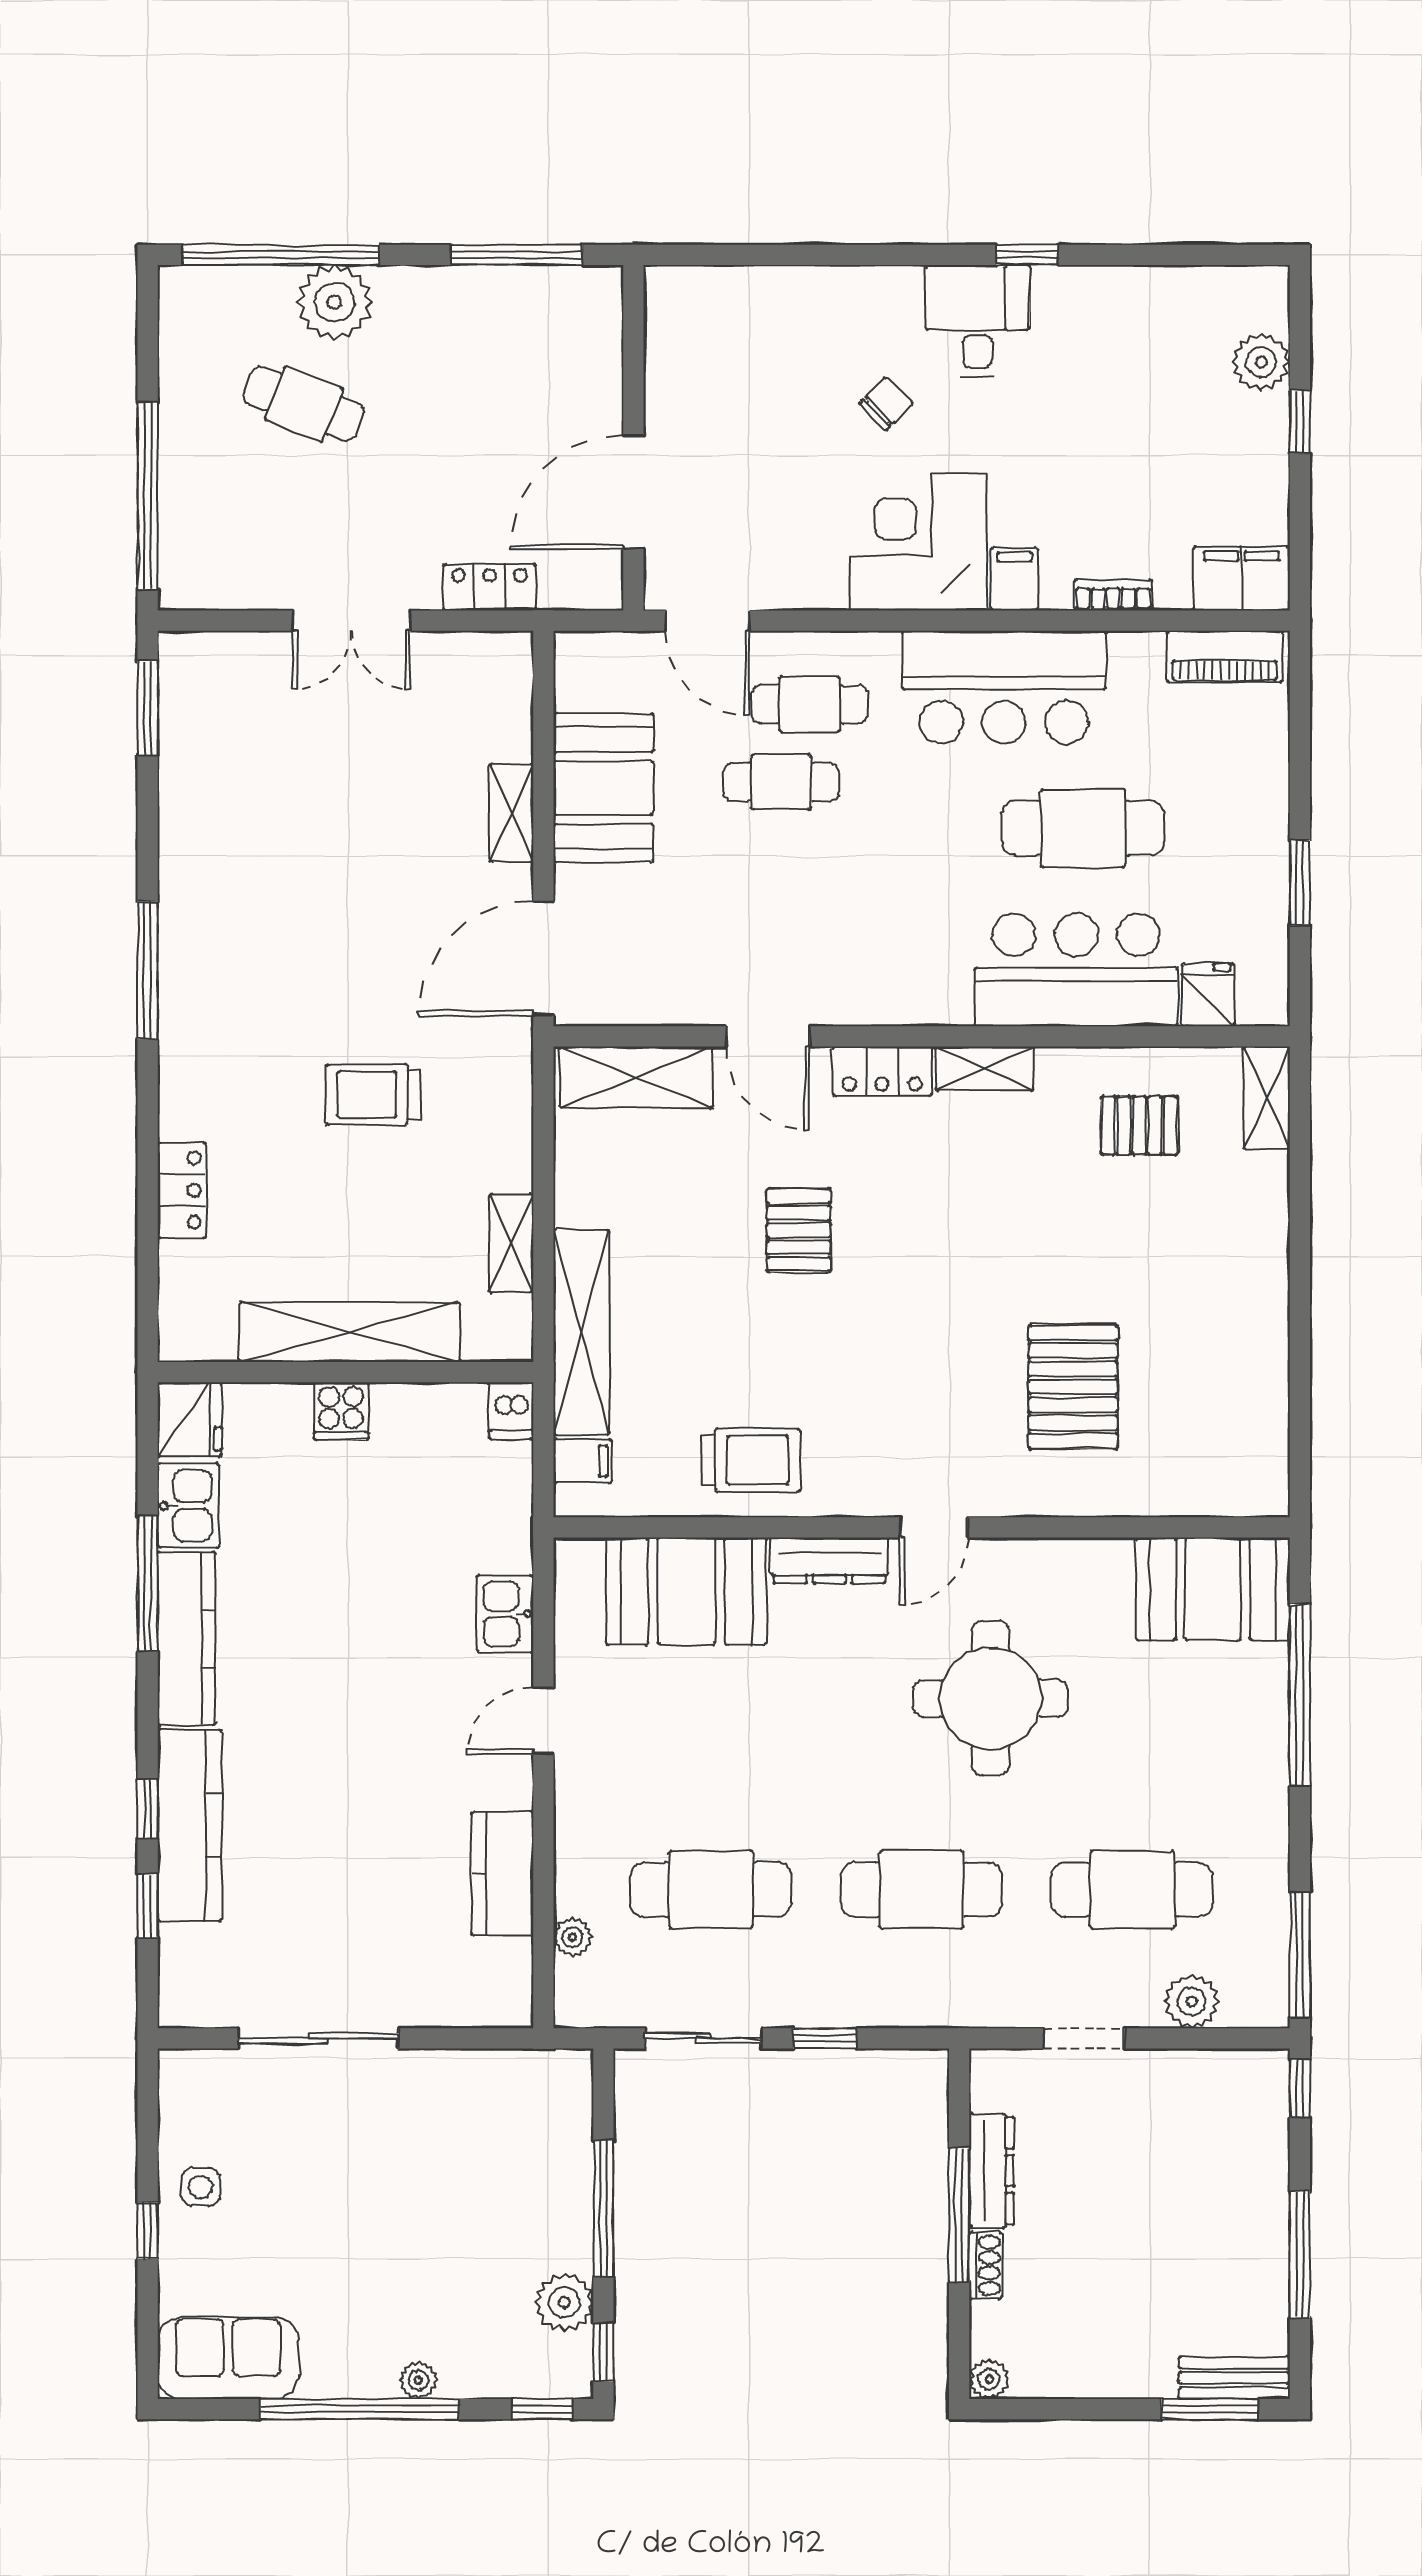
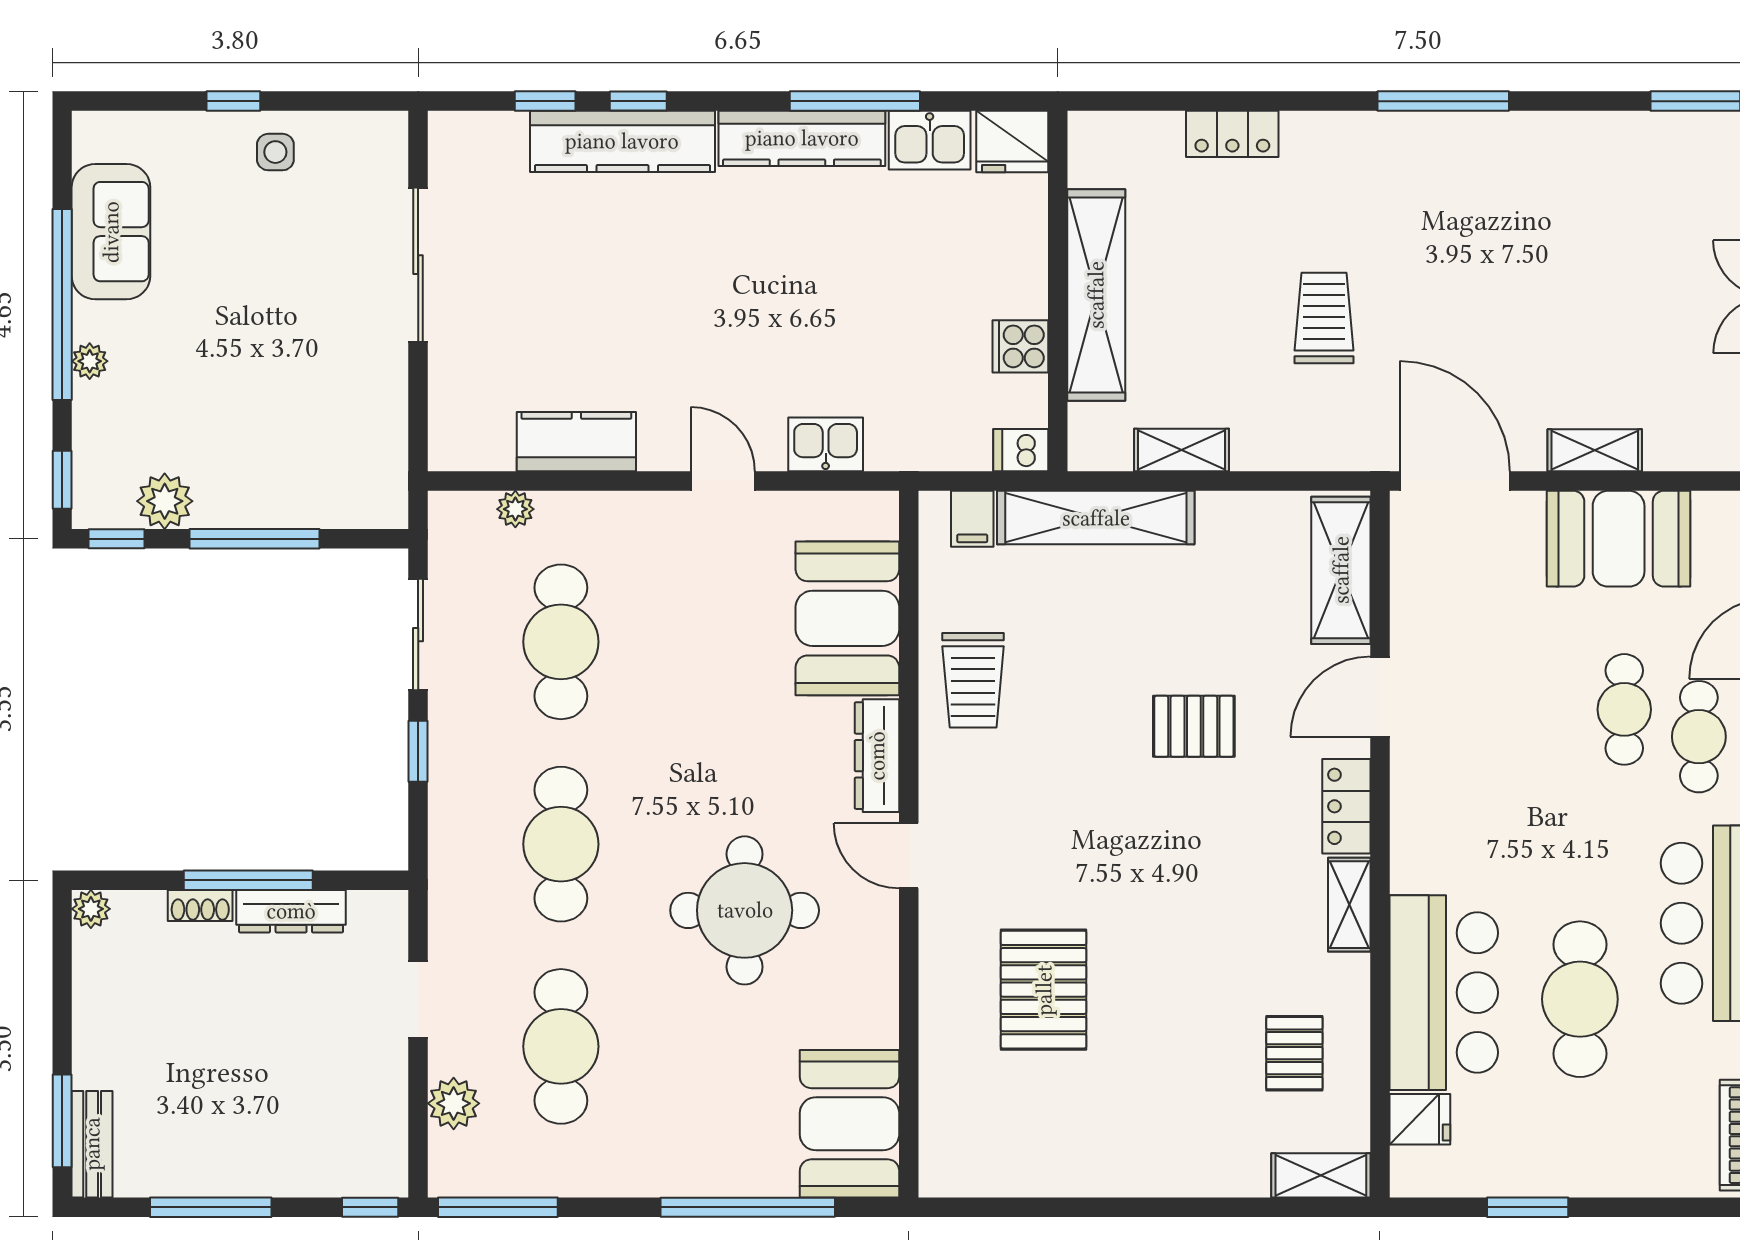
pallet: (1073, 1387) -> (1044, 990), turned 90
cooker: (341, 1411) -> (1020, 346), moved
sofa: (228, 2358) -> (111, 232), moved

